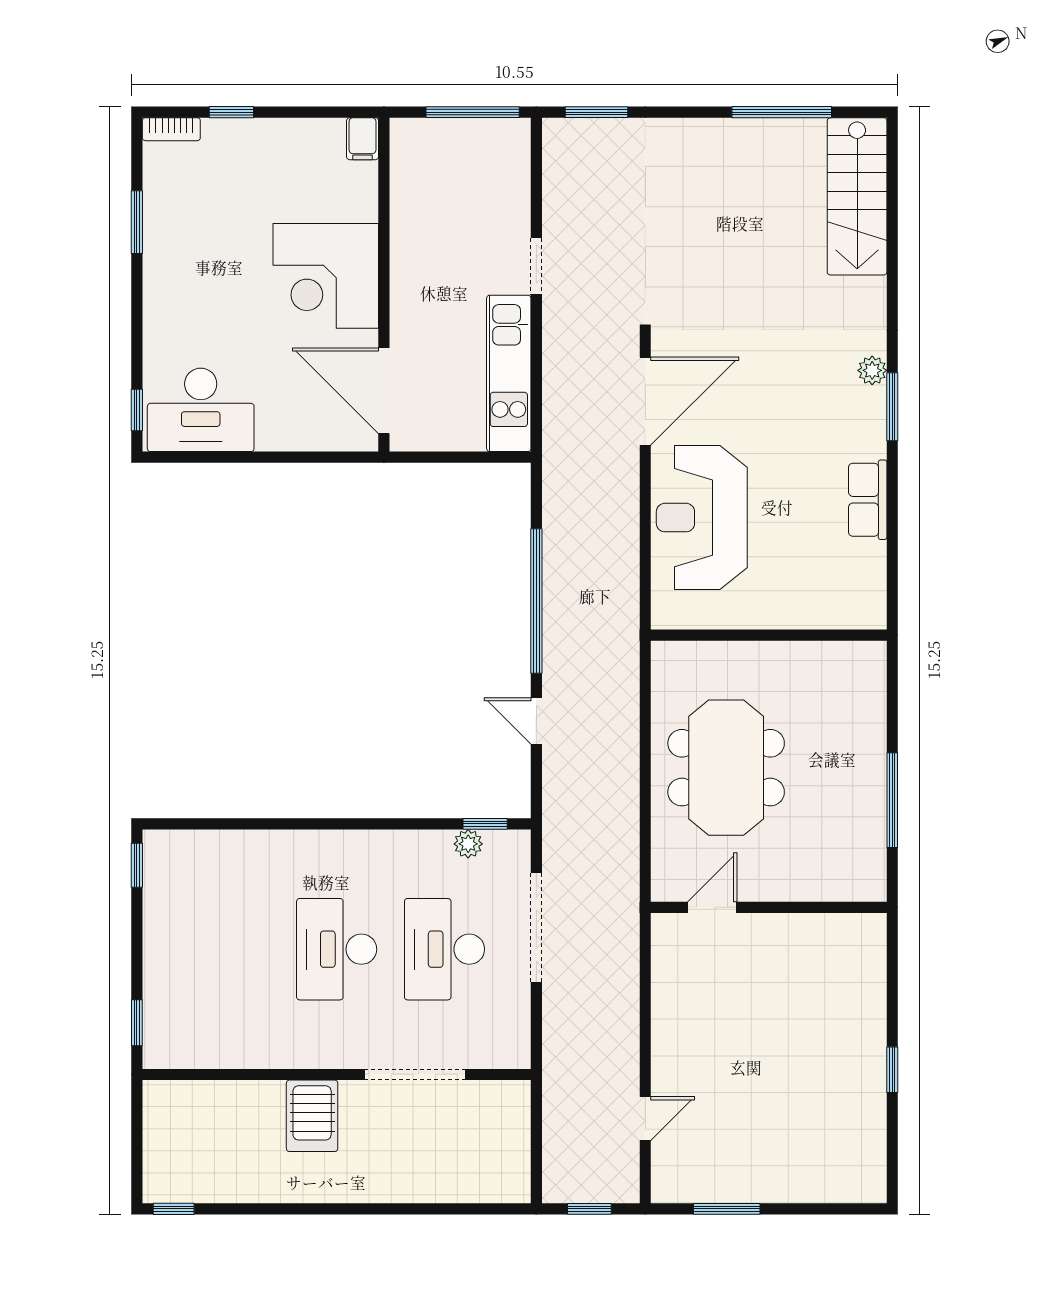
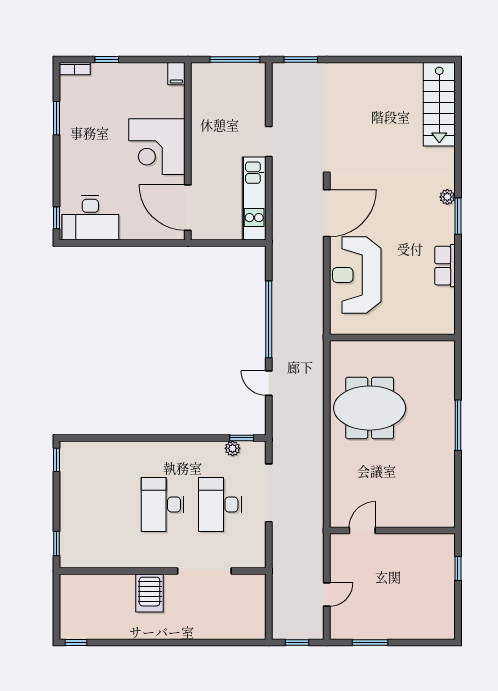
window: (782, 112) -> (399, 60), removed
meeting table: (726, 768) -> (370, 408), turned 90
door: (712, 907) -> (362, 531), moved
wall: (769, 907) -> (392, 531), moved

